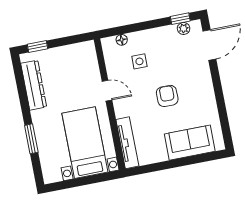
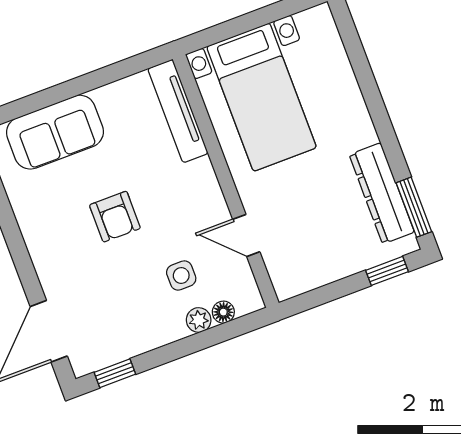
plant: (184, 28) -> (199, 320), moved
door: (107, 91) -> (246, 235), moved
window: (31, 139) -> (414, 207), moved

